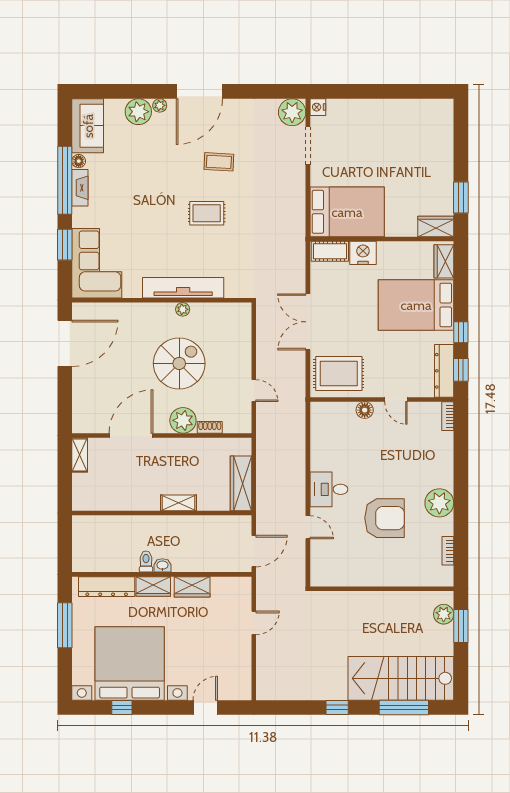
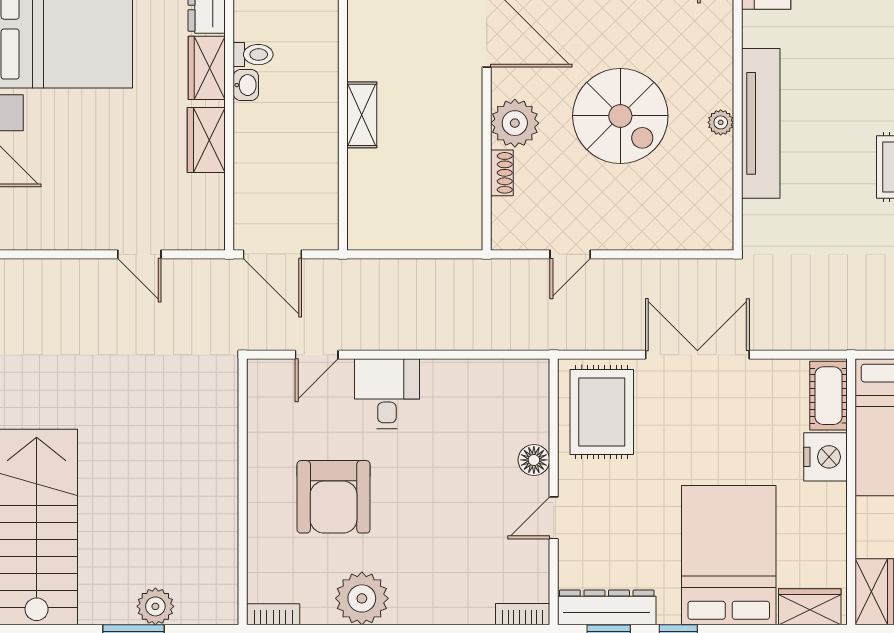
wardrobe: (241, 483) -> (398, 231), removed
wall: (382, 589) -> (243, 492), moved

